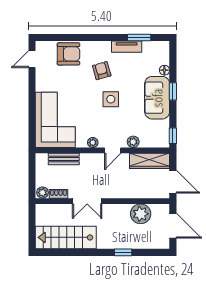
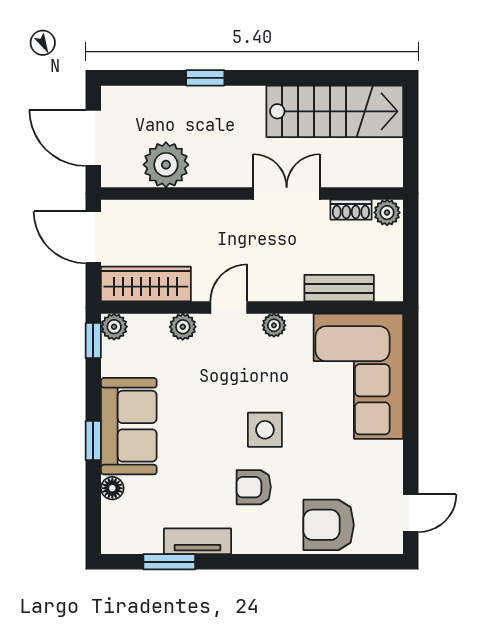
armchair: (102, 71) -> (254, 487), turned 106
side table: (111, 99) -> (265, 430), moved
plant: (164, 142) -> (114, 327), added

